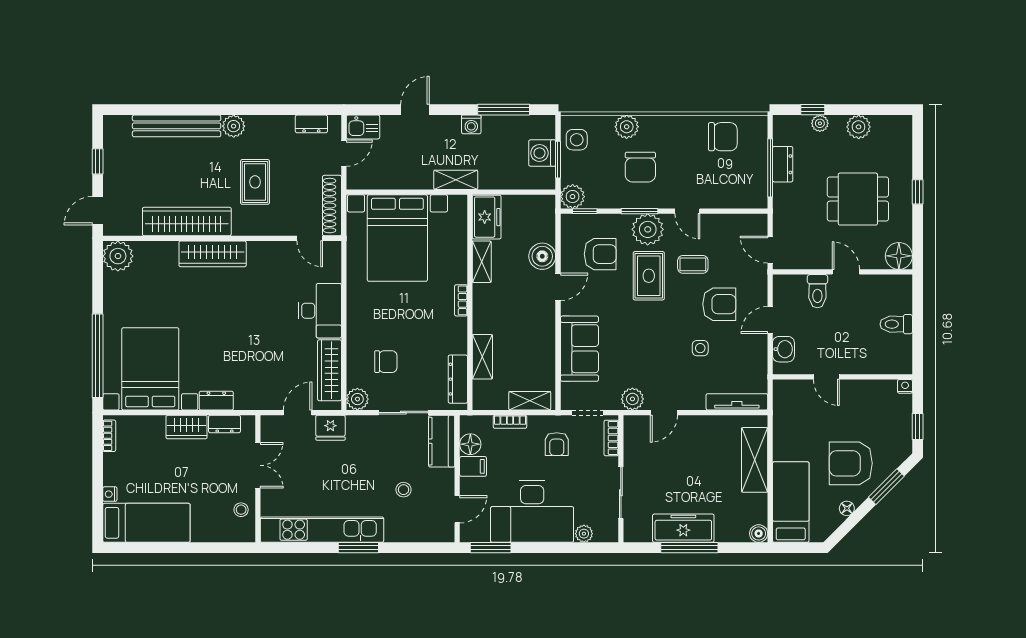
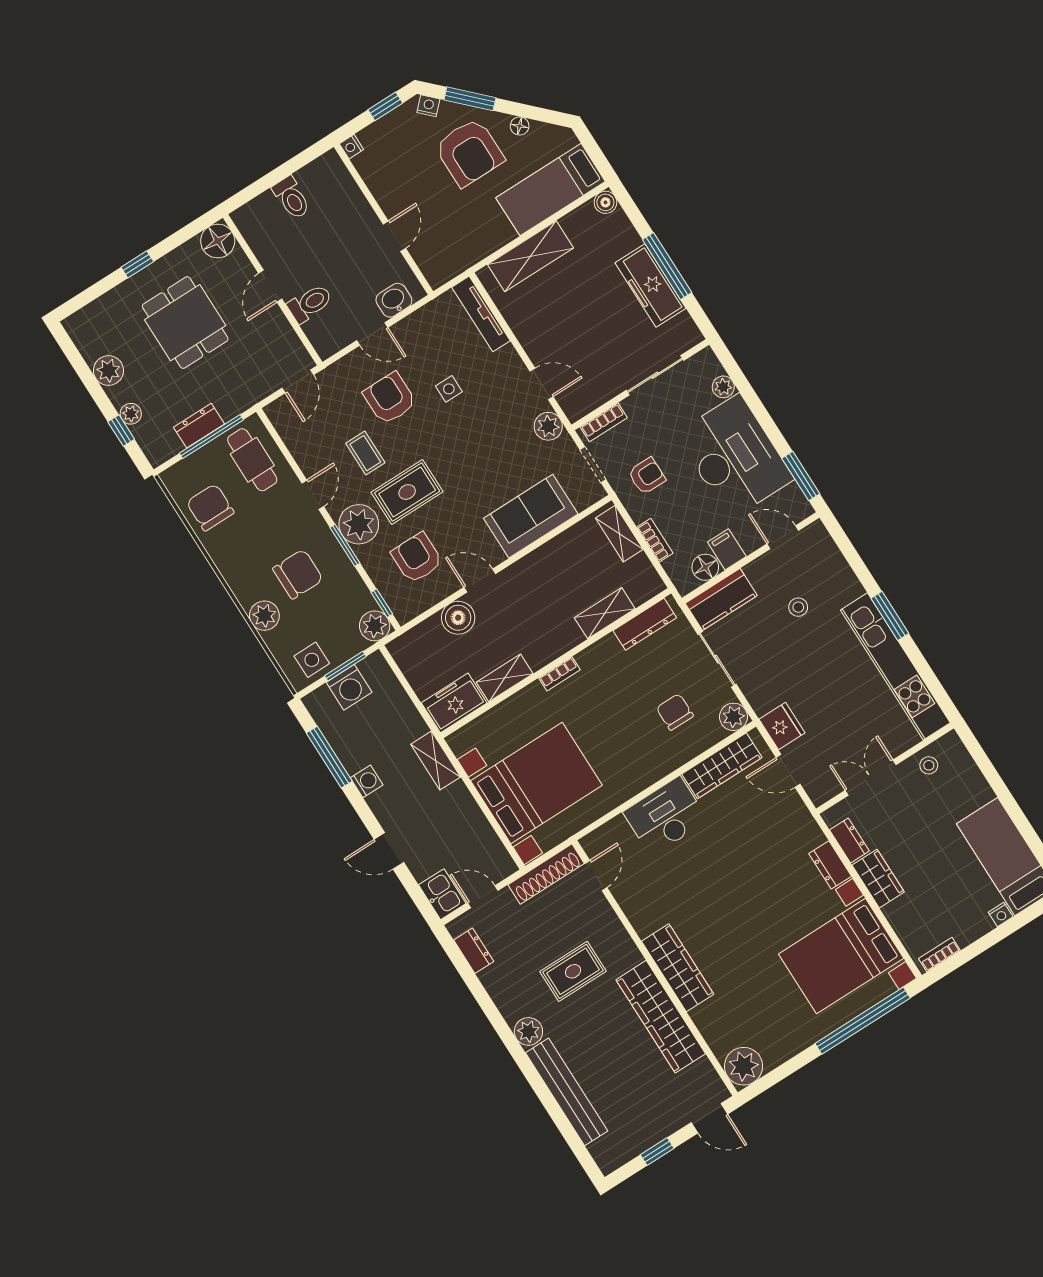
cafe table: (737, 185) -> (252, 460), added
nightstand: (899, 456) -> (428, 106), added

